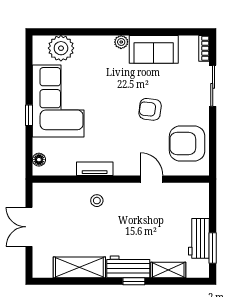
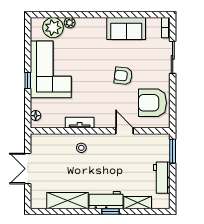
plant: (121, 42) -> (70, 23), moved
window: (213, 248) -> (173, 151), moved

